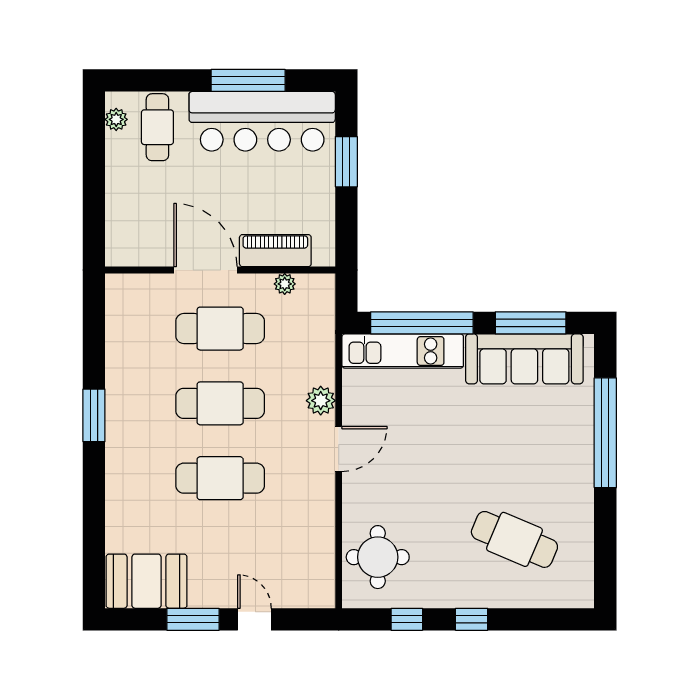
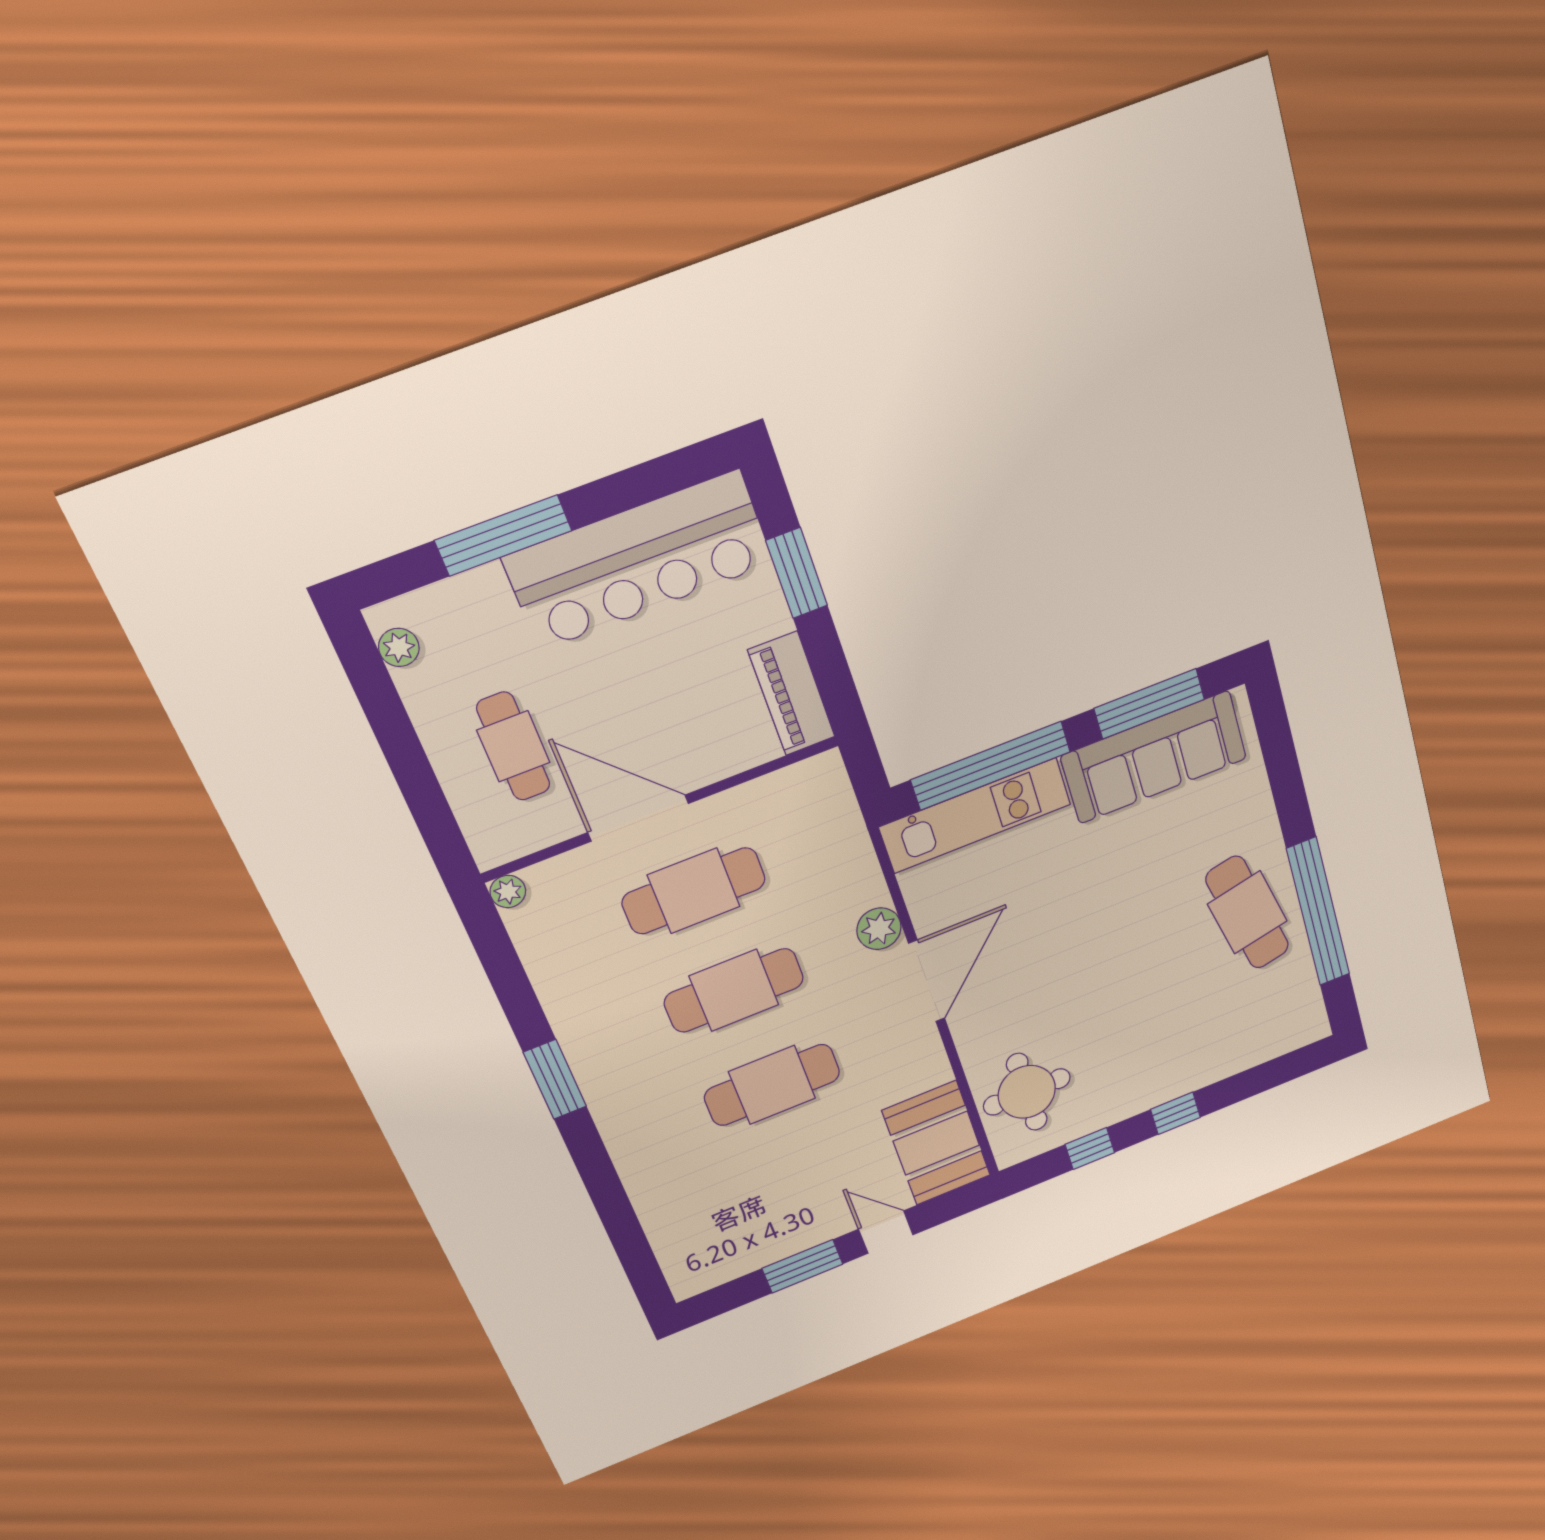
window: (248, 80) -> (503, 535), moved
cafe table: (157, 127) -> (513, 746), moved
piano: (275, 251) -> (792, 694), moved, turned -90
plant: (285, 284) -> (508, 892), moved
window: (605, 433) -> (1318, 912), moved
door: (339, 449) -> (927, 981), width x1.36
cafe table: (514, 539) -> (1247, 913), moved, turned 55
booth: (146, 581) -> (936, 1143), moved, turned 90

